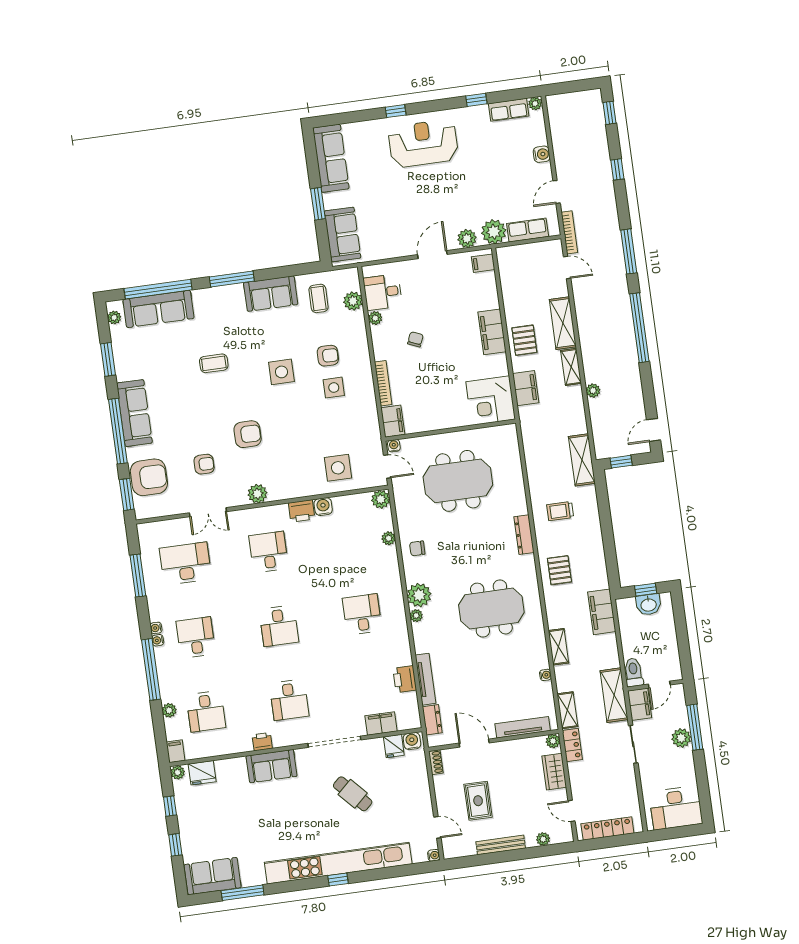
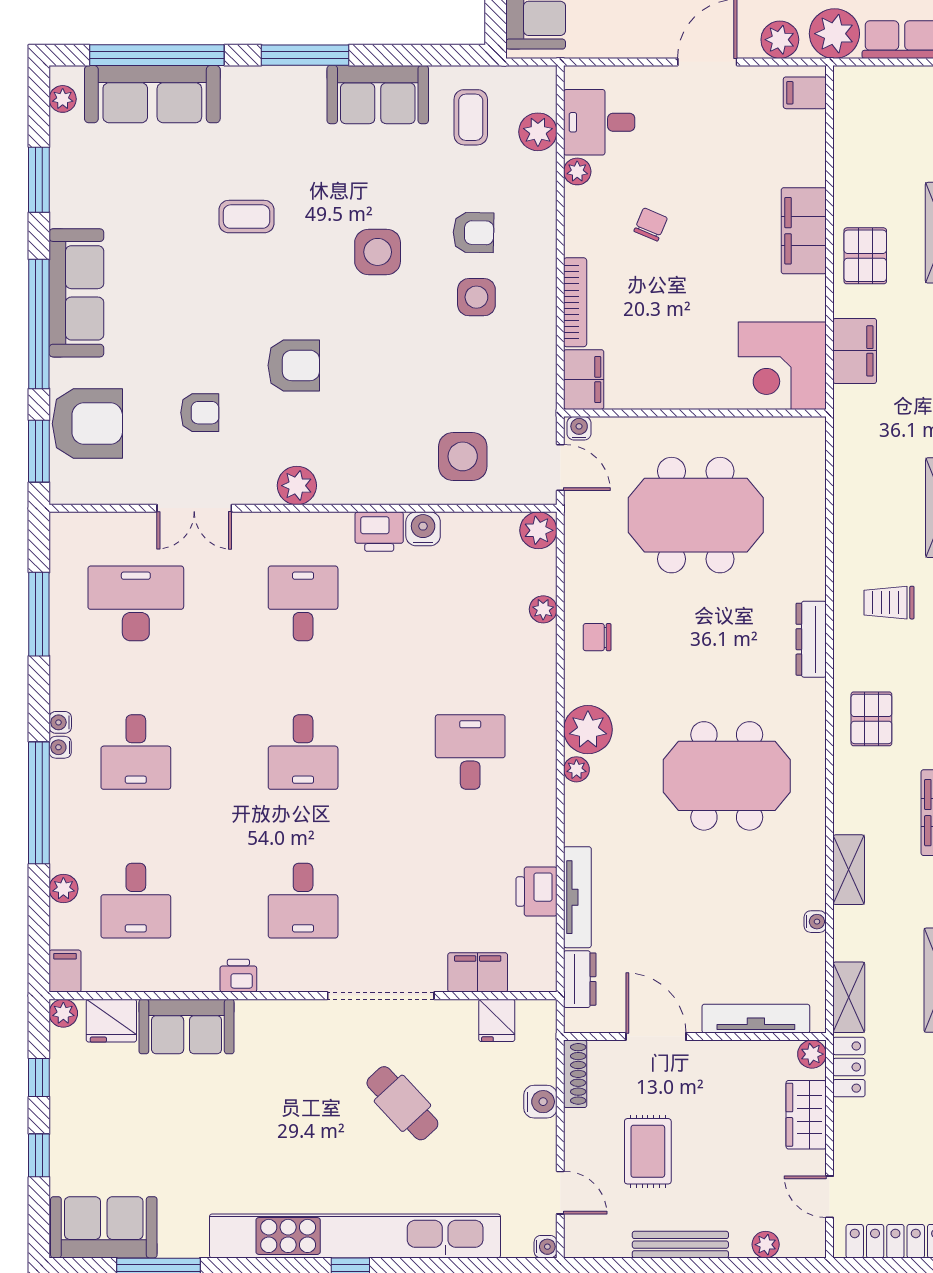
desk: (196, 637) -> (136, 752), turned 180
water cooler: (412, 741) -> (540, 1102), moved, turned 90
shoe rack: (436, 762) -> (575, 1074), width x1.43
sofa: (272, 766) -> (187, 1026), moved

